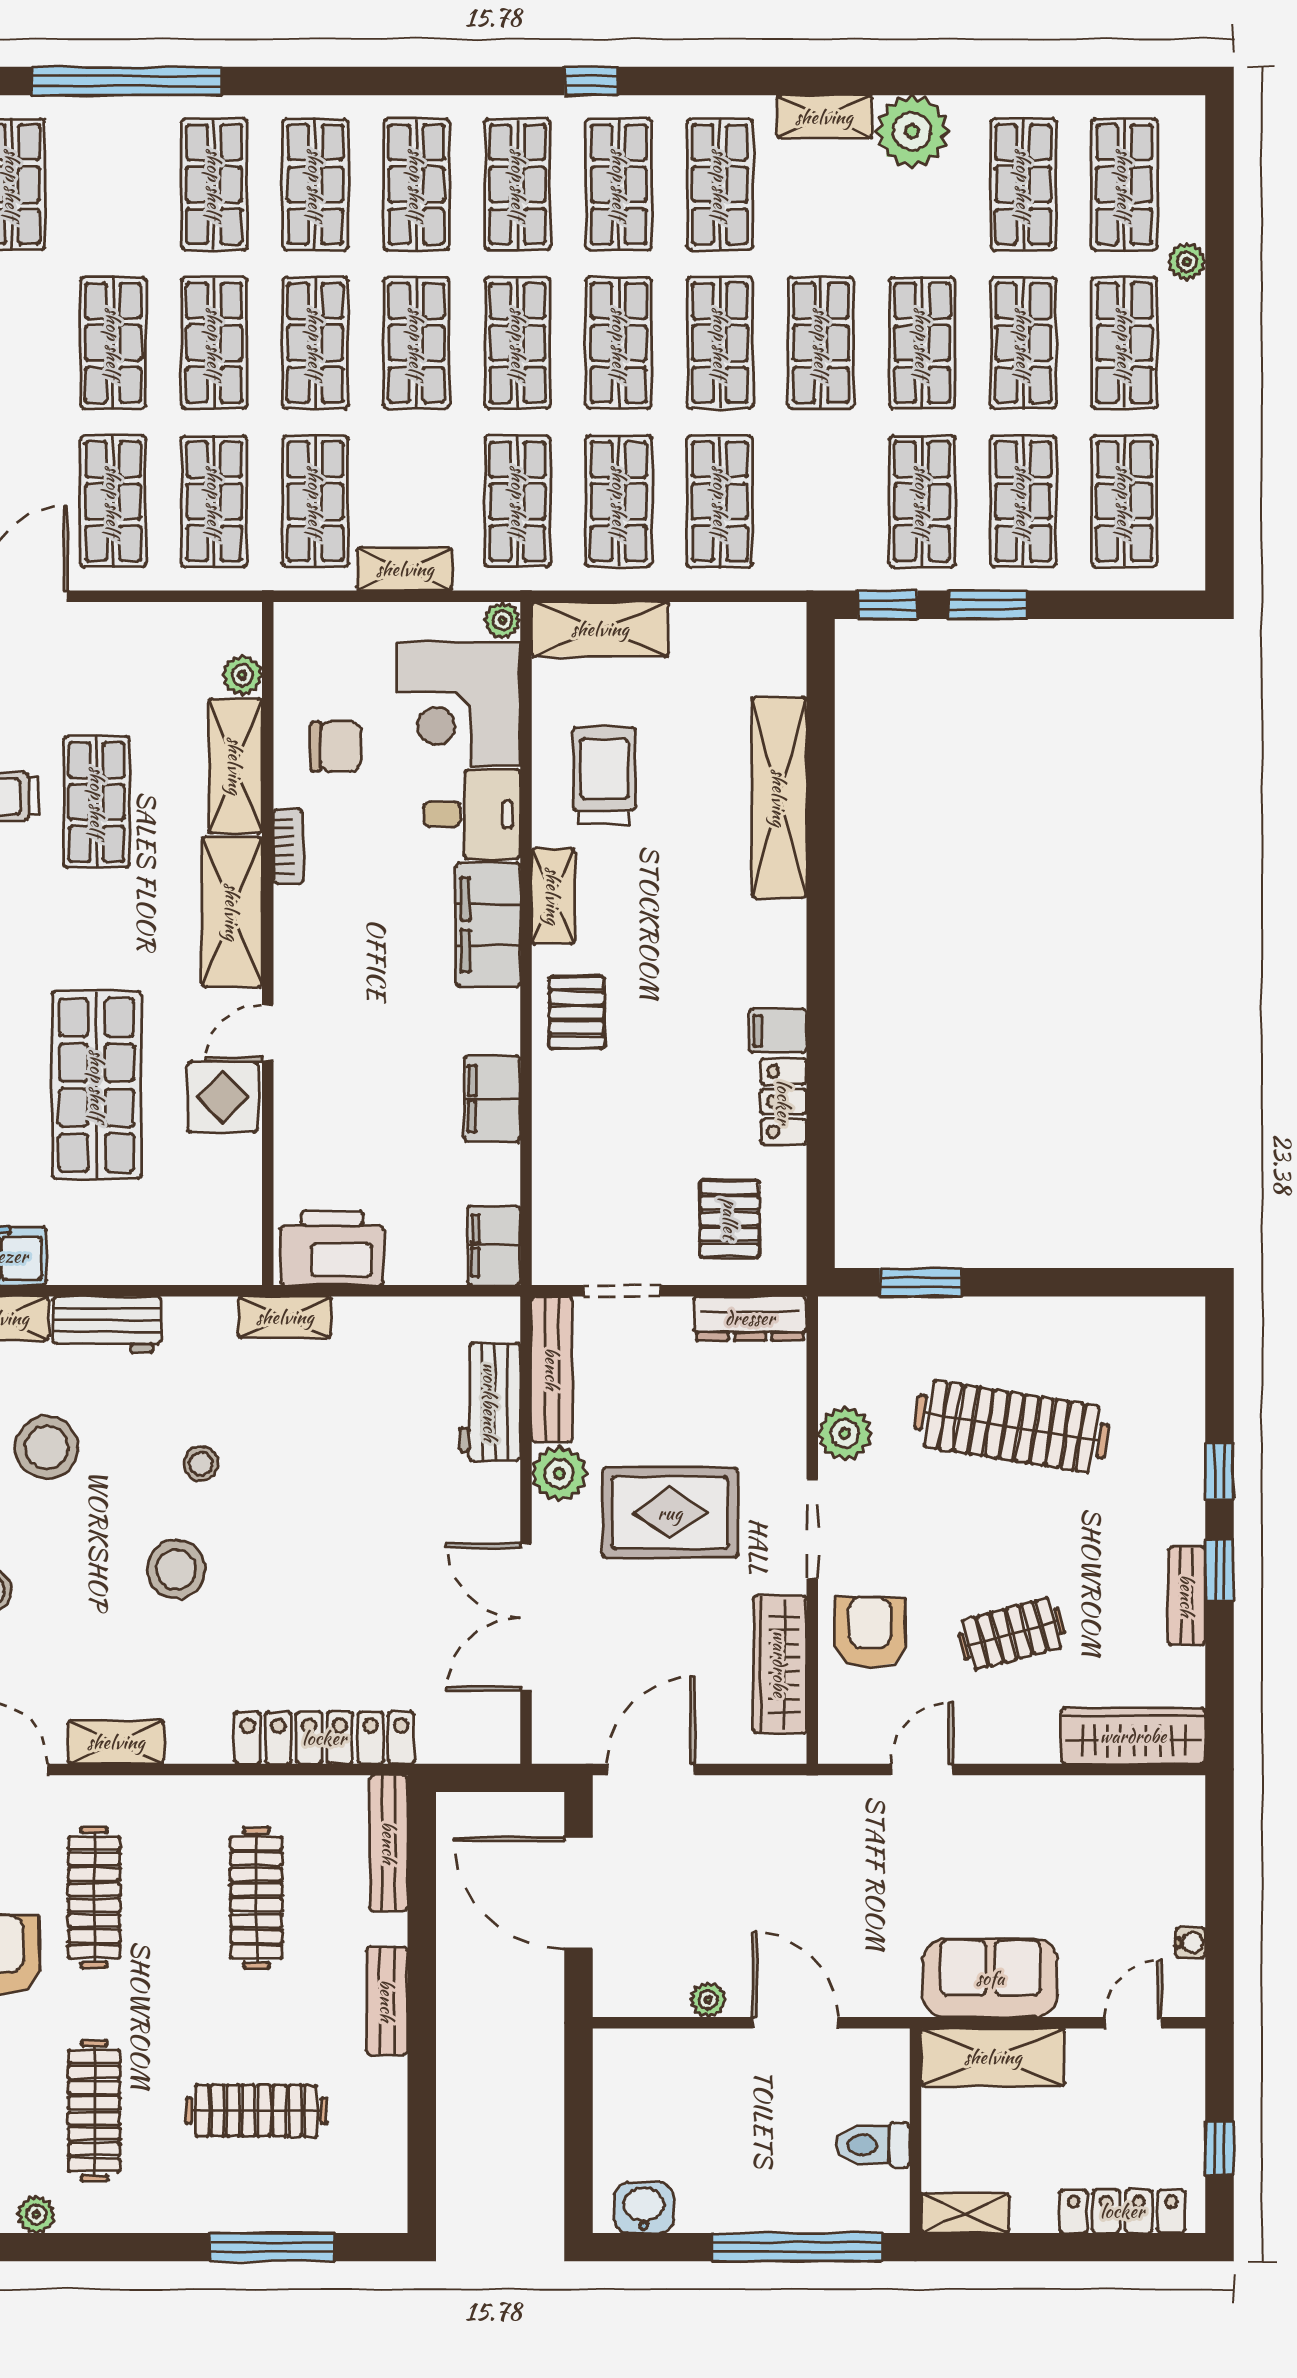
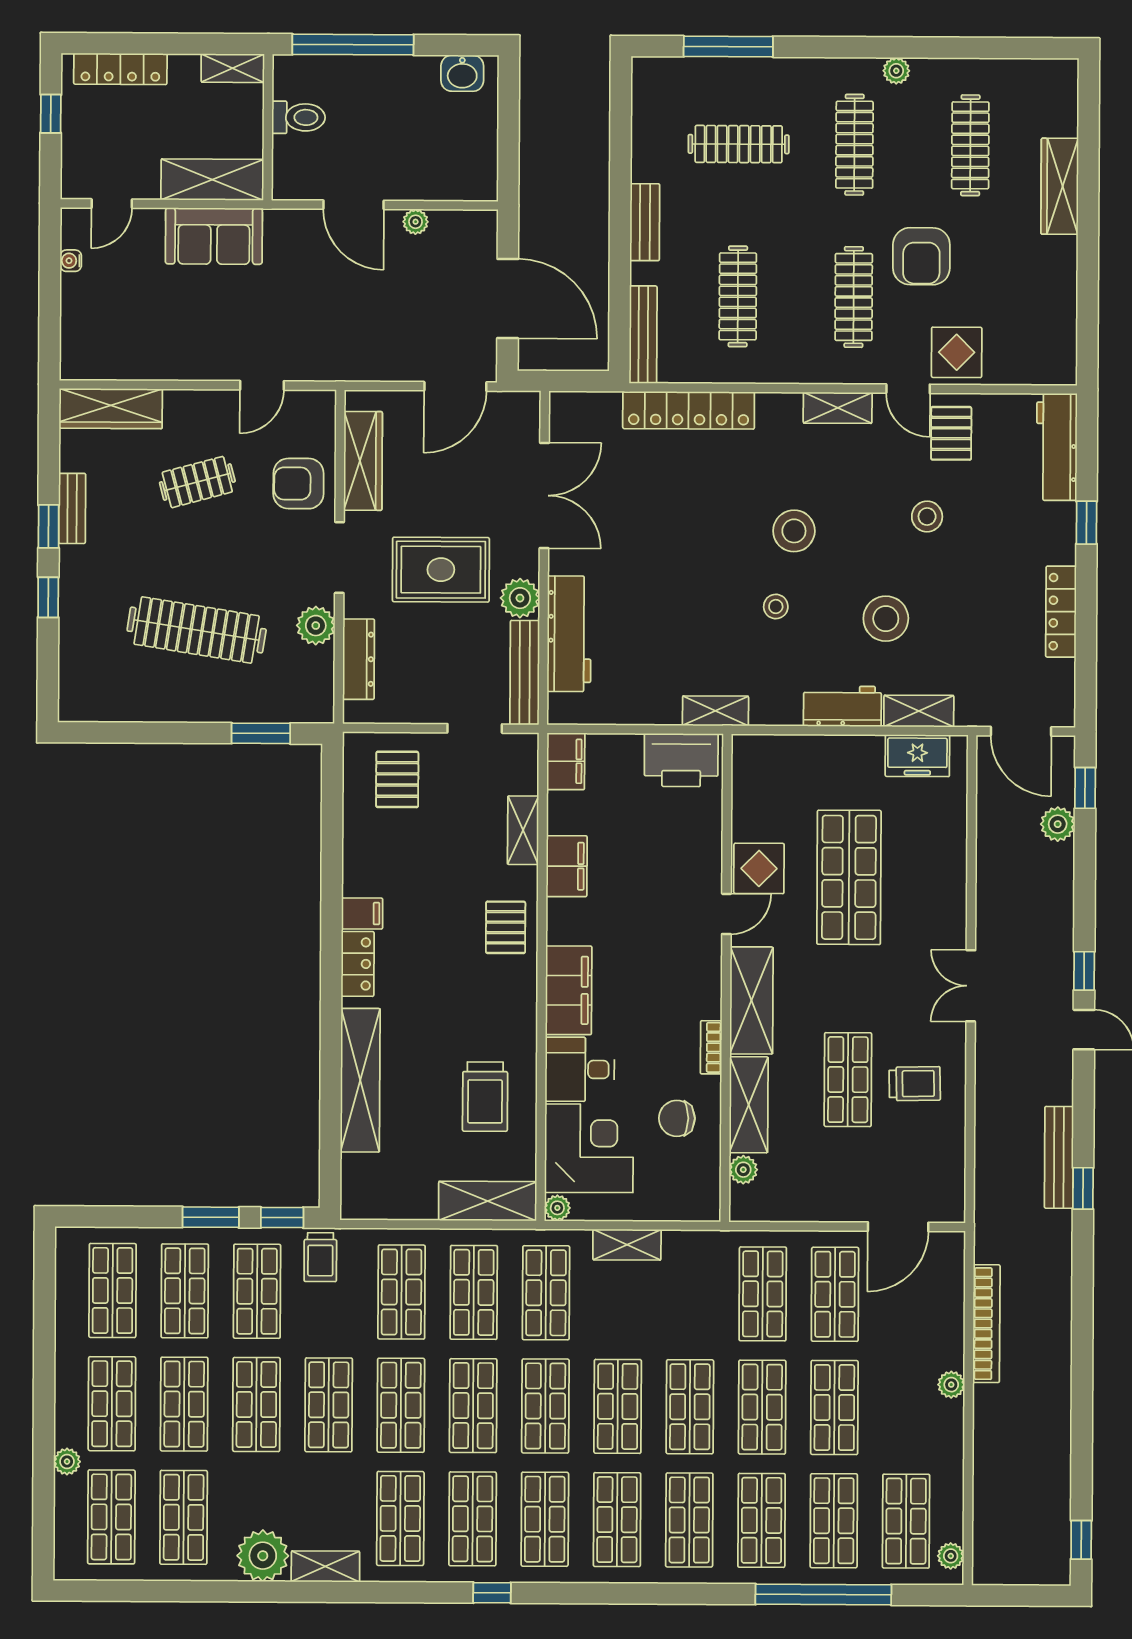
shop shelf: (315, 501) -> (834, 1521), moved
trolley: (834, 550) -> (320, 1257), added
shelving: (553, 896) -> (523, 830), moved
locker: (784, 1102) -> (358, 964), moved
dresser: (750, 1318) -> (359, 659), moved, turned 90
workbench: (490, 1402) -> (569, 634), width x1.38
armchair: (870, 1632) -> (298, 484), turned 90

